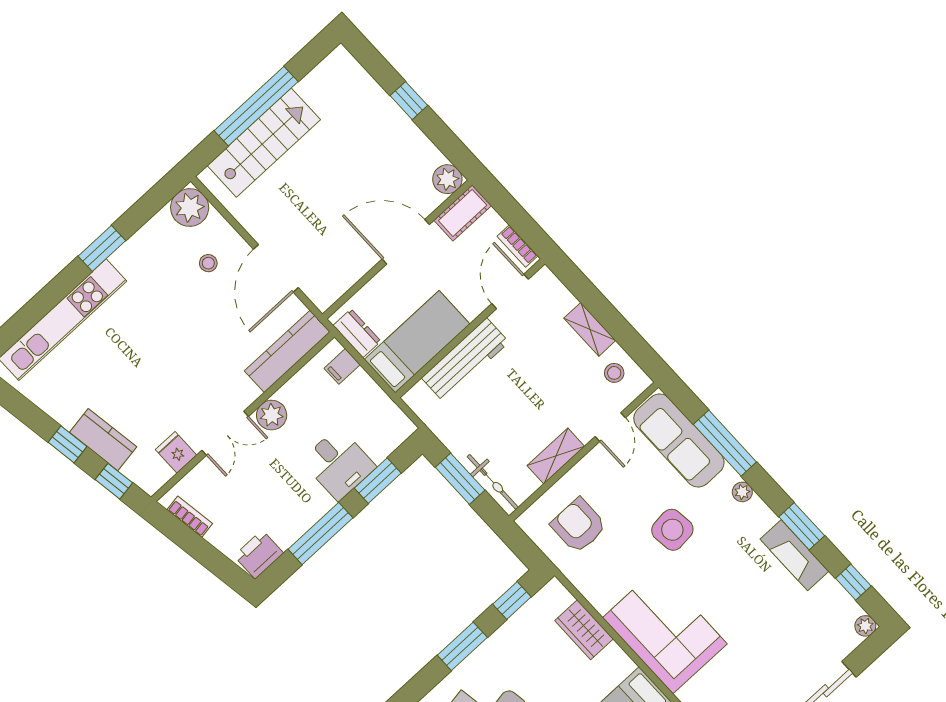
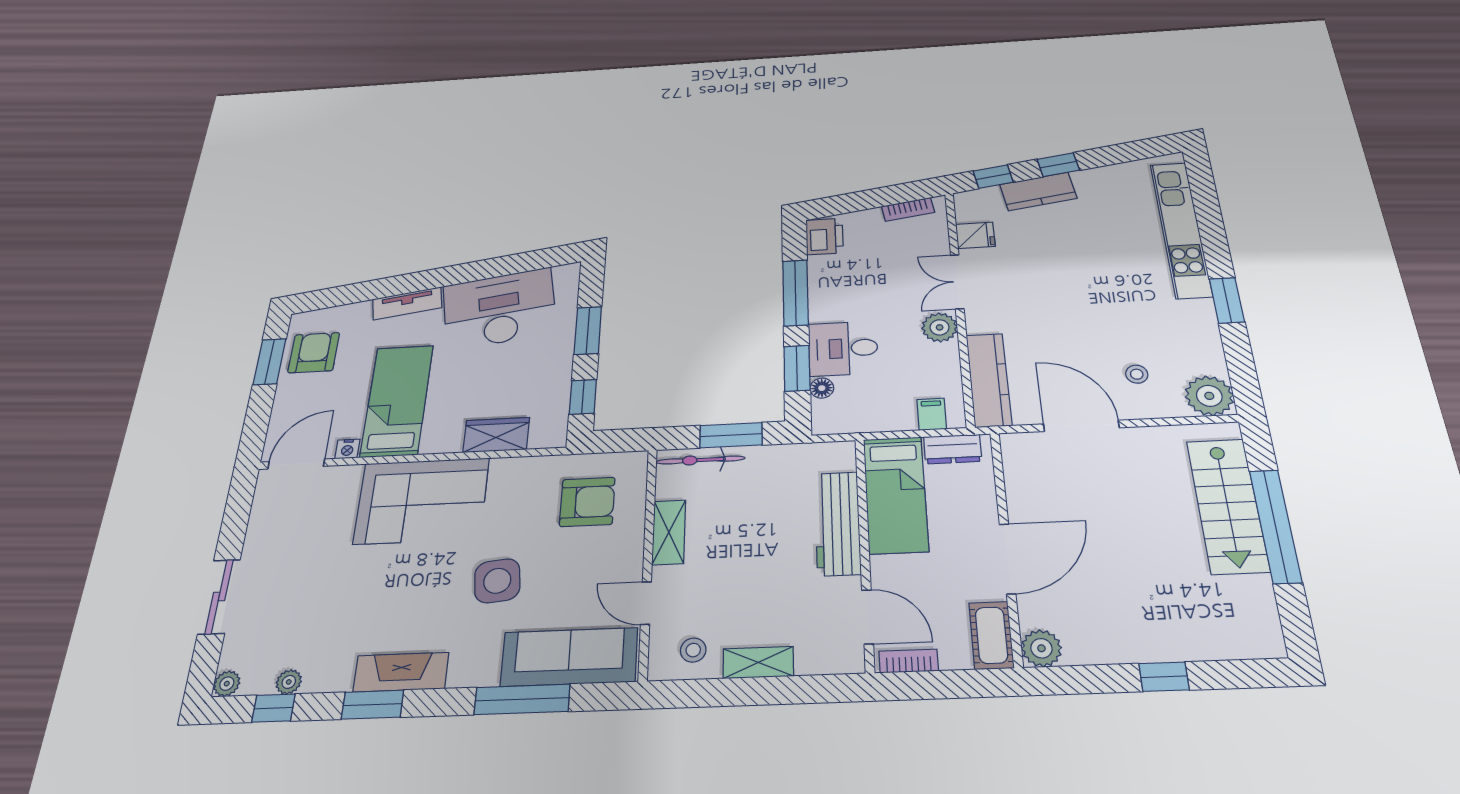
floor lamp: (379, 452) -> (822, 388), added
plant: (742, 492) -> (289, 682), moved
fireplace: (794, 555) -> (401, 672), moved

